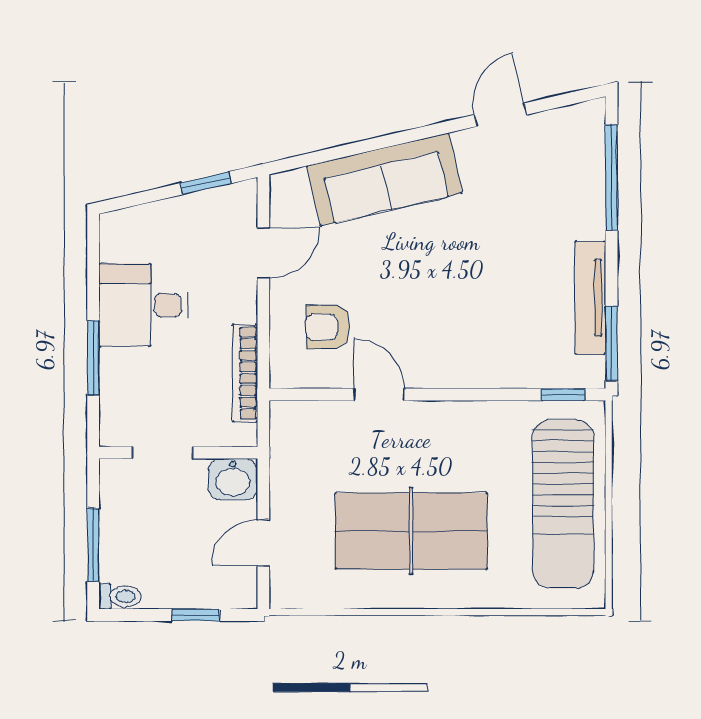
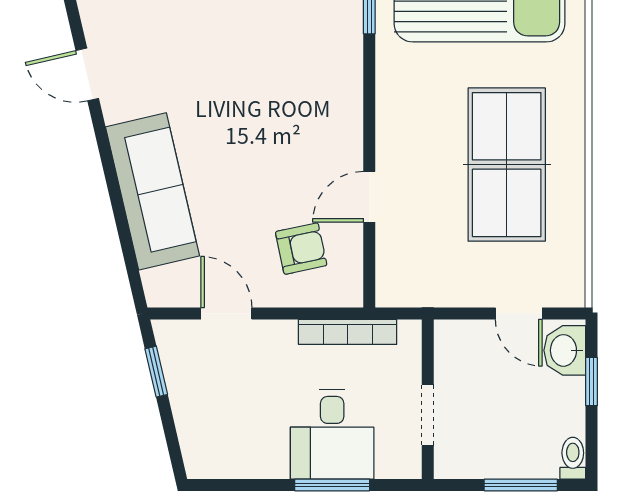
desk: (144, 305) -> (332, 434), moved
armchair: (328, 327) -> (301, 249), turned -102
washbasin: (233, 479) -> (565, 350), moved, turned 180

